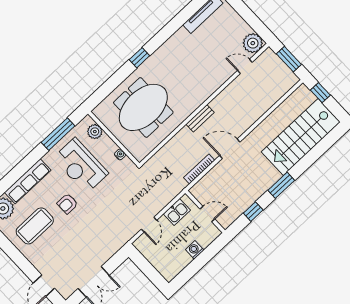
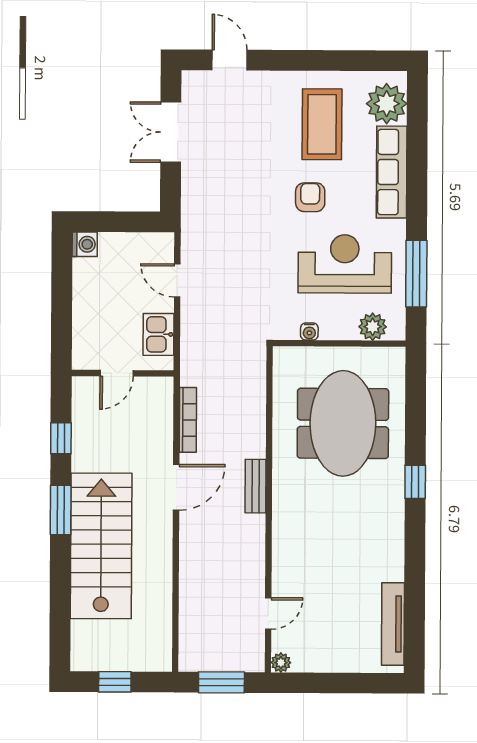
plant: (253, 43) -> (281, 663), width x0.53, depth x0.53
window: (320, 93) -> (115, 682), moved
stairs: (301, 137) -> (101, 546), moved
washing machine: (195, 250) -> (85, 244), moved

